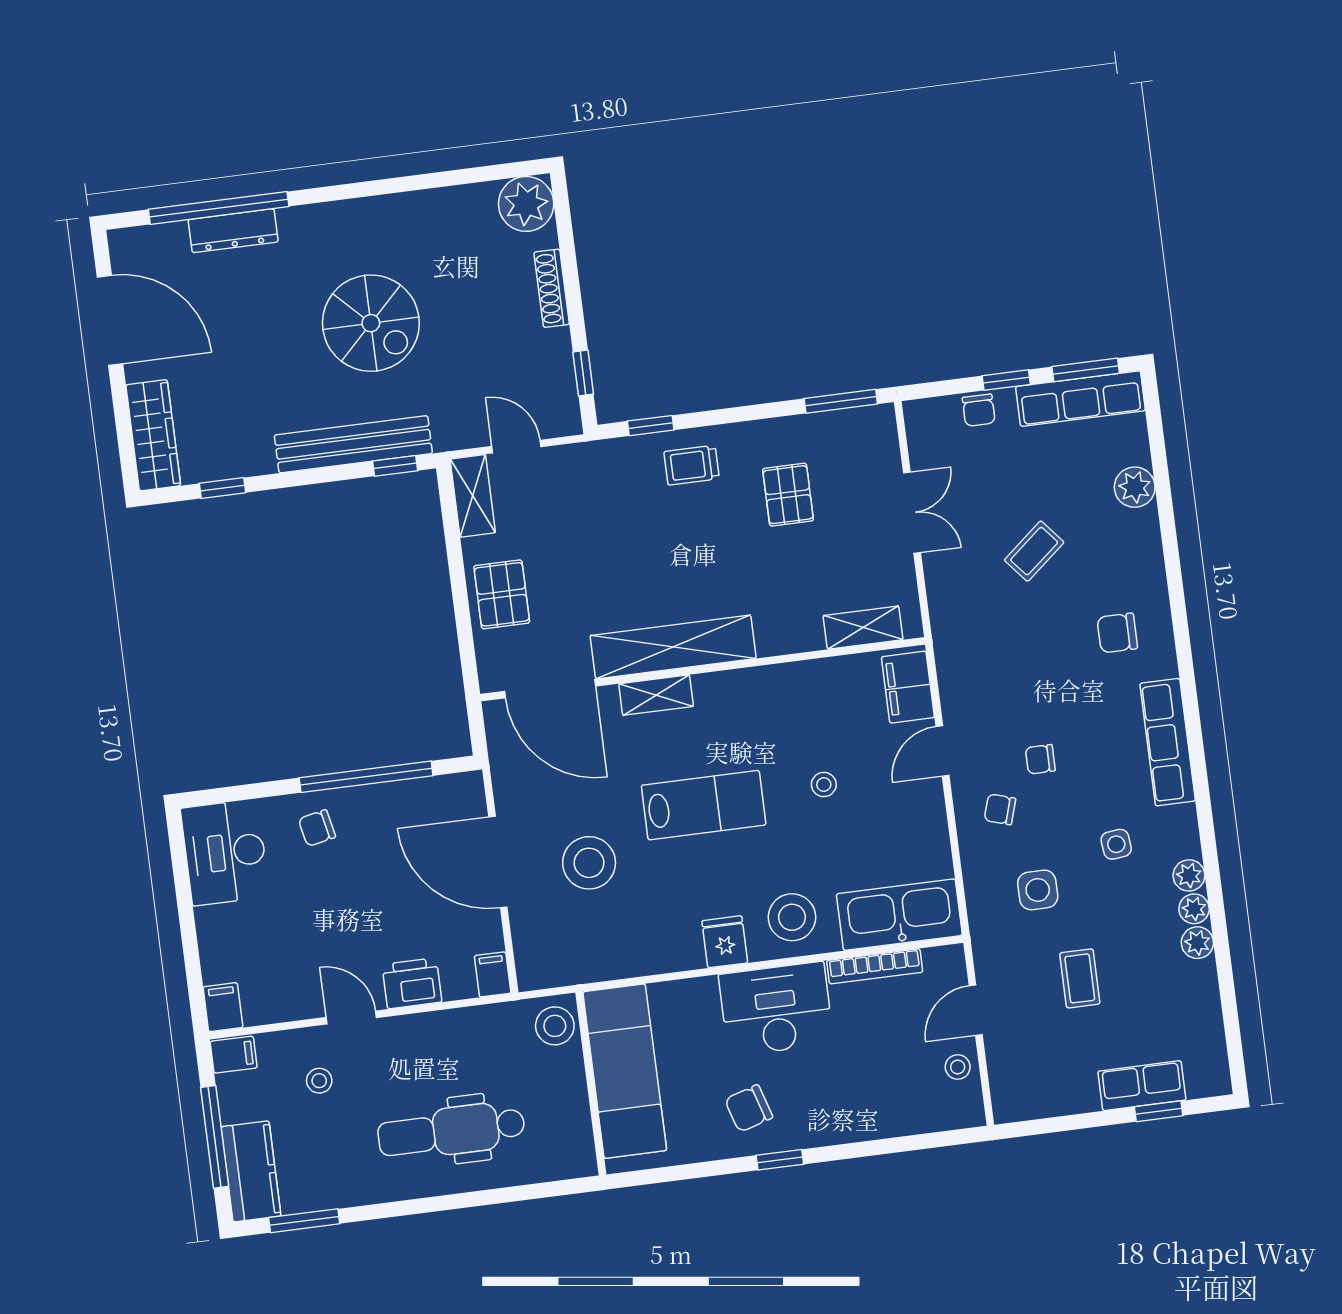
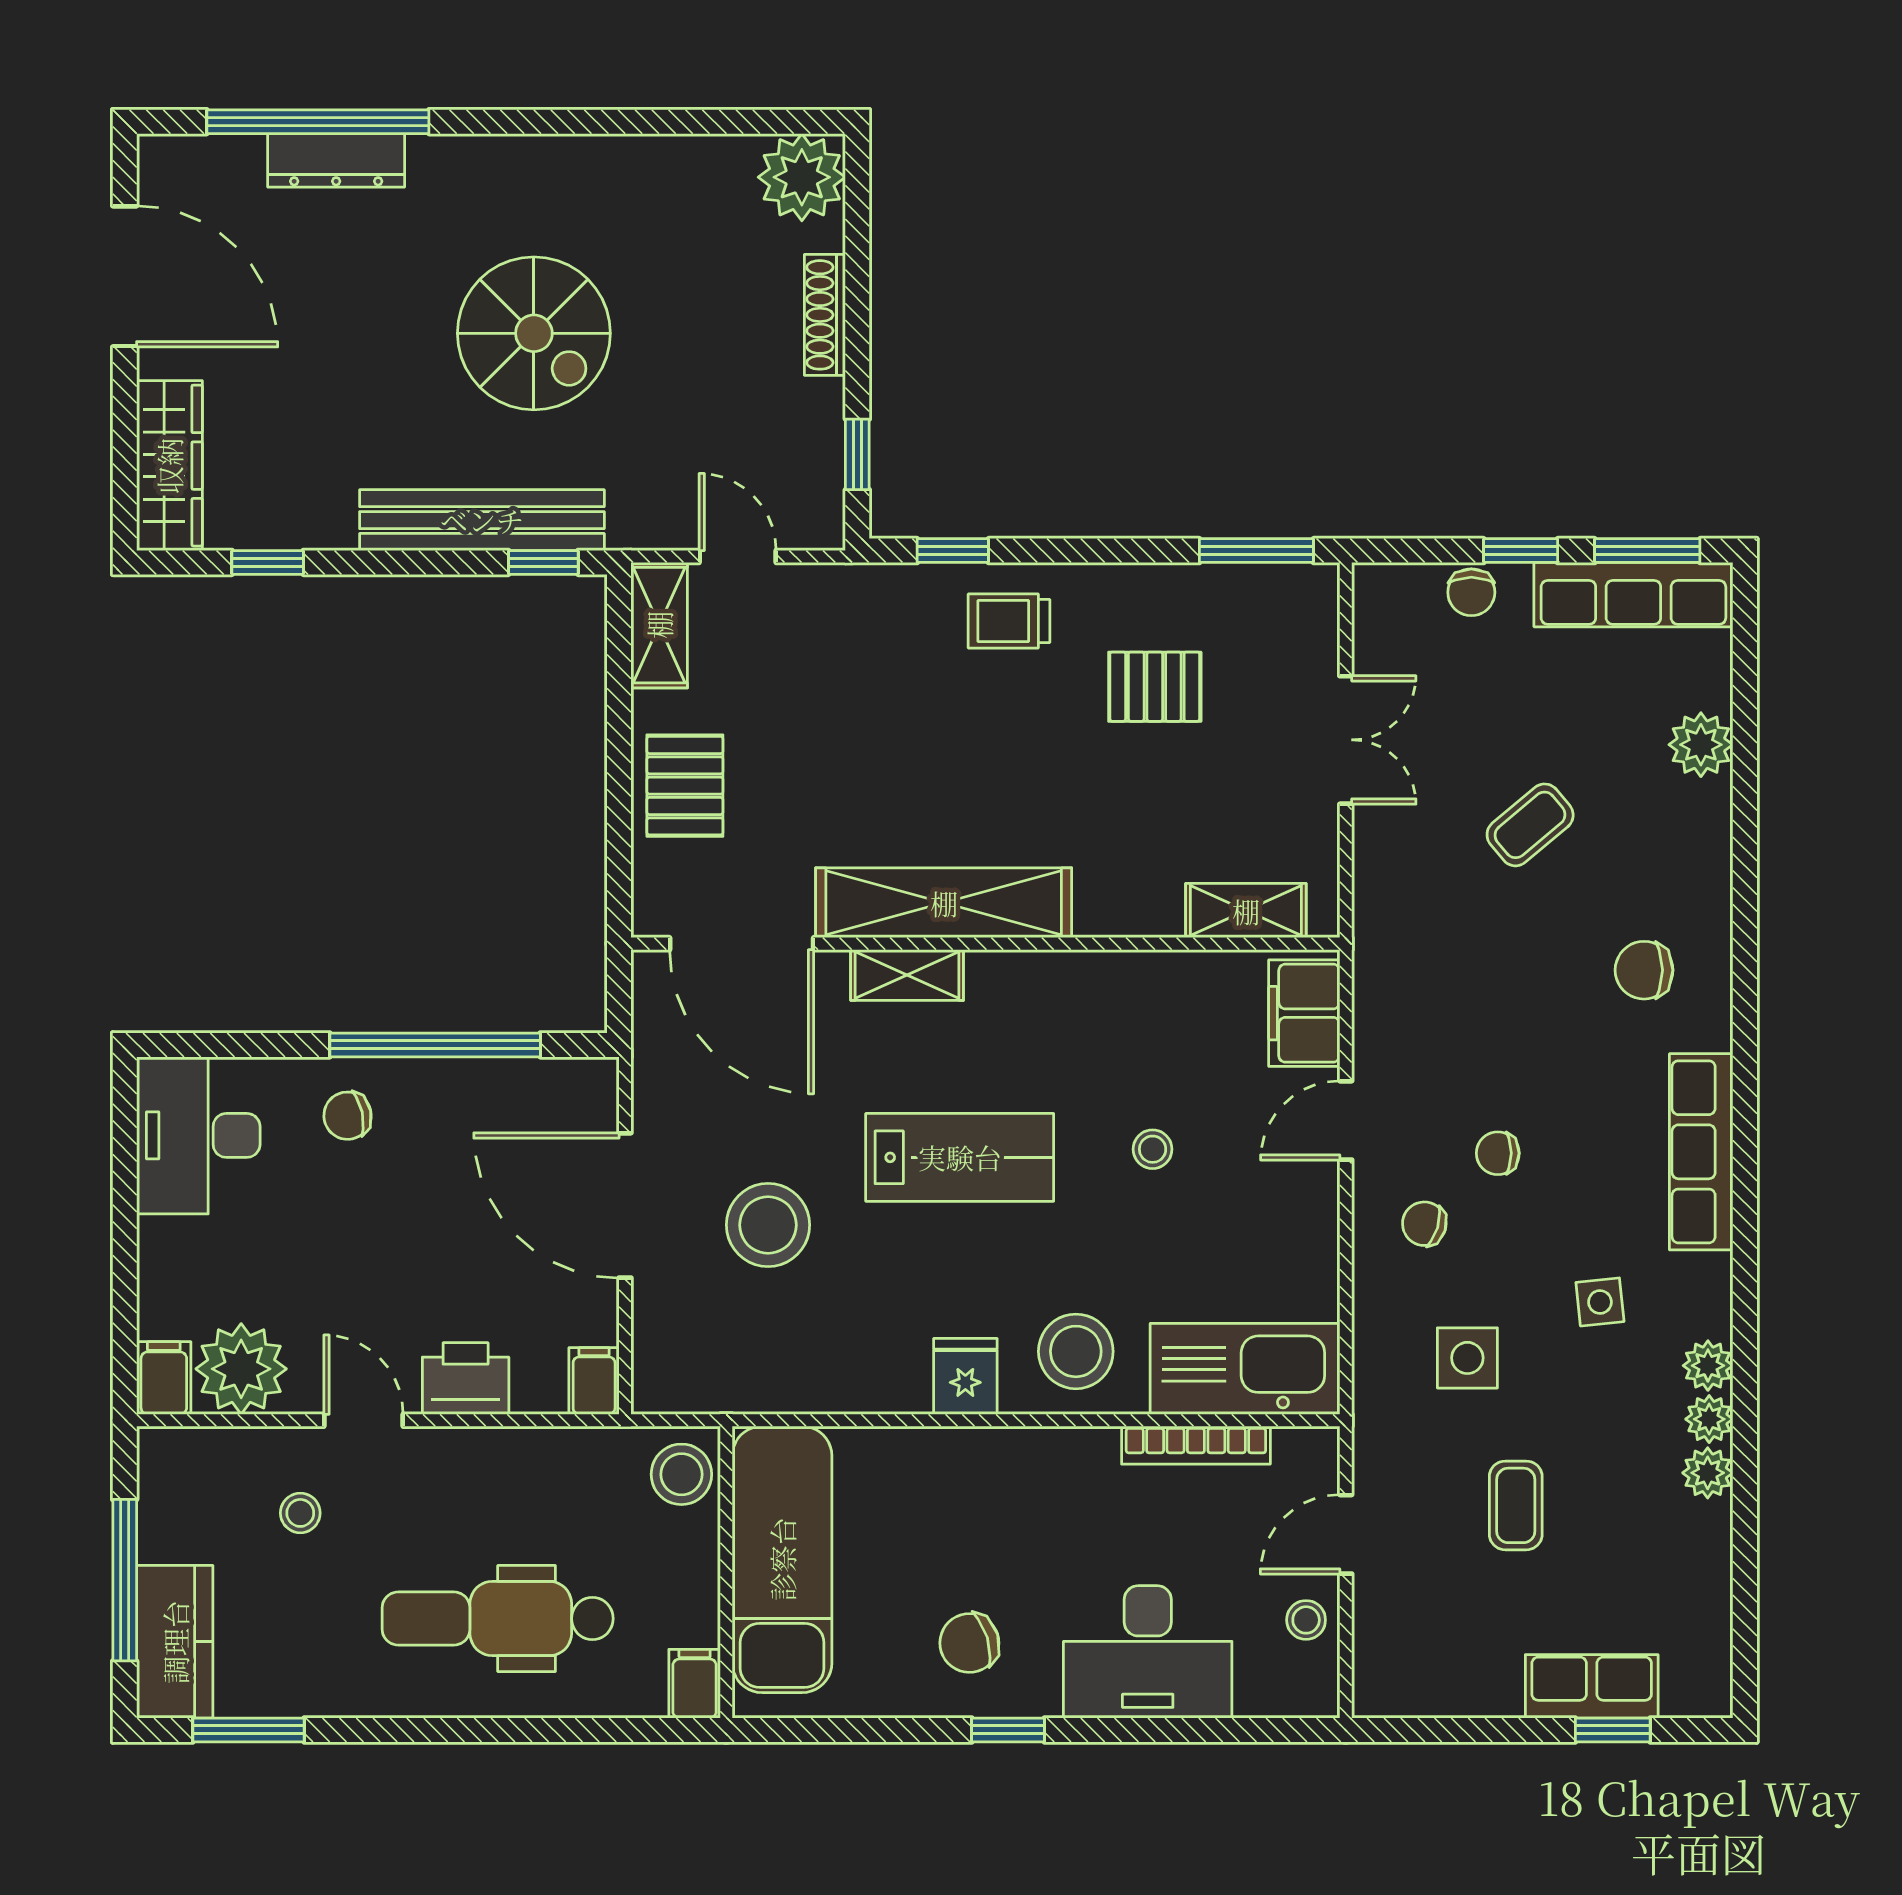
pallet: (788, 495) -> (1155, 687), turned 90
plant: (271, 995) -> (241, 1369), added
desk: (776, 1009) -> (1148, 1652), moved, turned 180
filing cabinet: (234, 1055) -> (695, 1684), moved, turned -90

